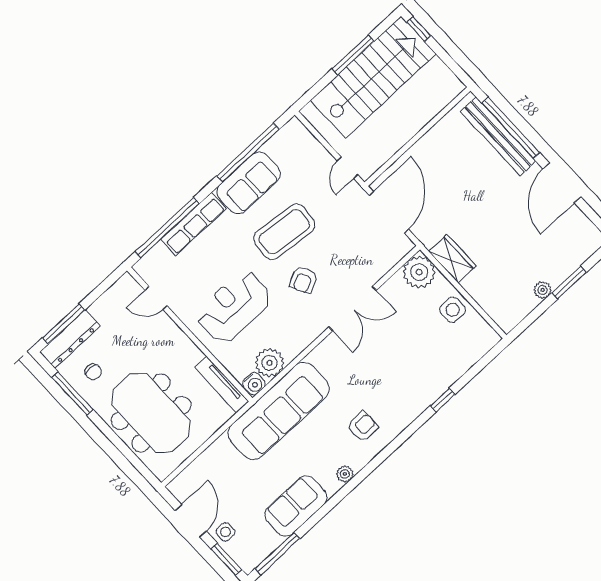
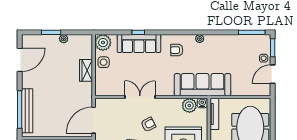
door: (562, 183) -> (20, 60), moved
wardrobe: (452, 259) -> (86, 70), moved
plant: (419, 272) -> (103, 43), moved
sofa: (296, 506) -> (139, 44), moved, width x1.36

